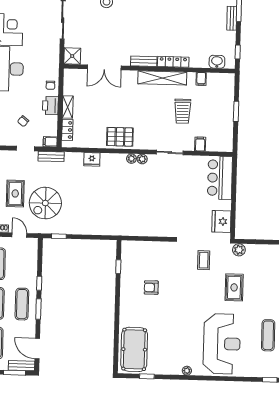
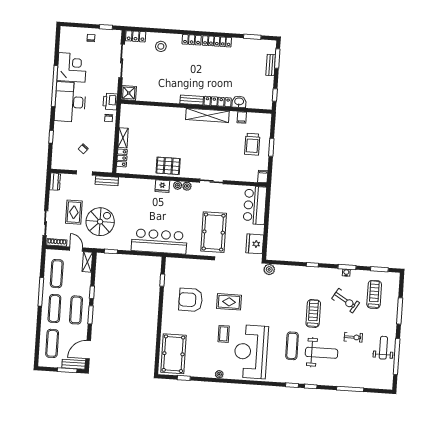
washbasin: (217, 62) -> (239, 102), moved
double door: (104, 67) -> (157, 104), removed
printer: (50, 106) -> (110, 102), moved
trolley: (183, 111) -> (252, 144), moved
filing cabinet: (50, 142) -> (106, 168), removed
filing cabinet: (200, 144) -> (263, 177), moved
fridge: (92, 159) -> (162, 186), moved
spiral stairs: (45, 203) -> (100, 222), turned 180
pool table: (174, 210) -> (214, 232), added
bar counter: (113, 223) -> (159, 241), added
shelving: (33, 249) -> (87, 262), added
coffee table: (204, 260) -> (224, 334), moved
rug: (234, 287) -> (229, 302), moved, turned 90
armchair: (151, 288) -> (191, 300), width x1.88, depth x1.88
reception desk: (222, 344) -> (251, 352), turned 180
door: (37, 349) -> (88, 350), hinge flipped

